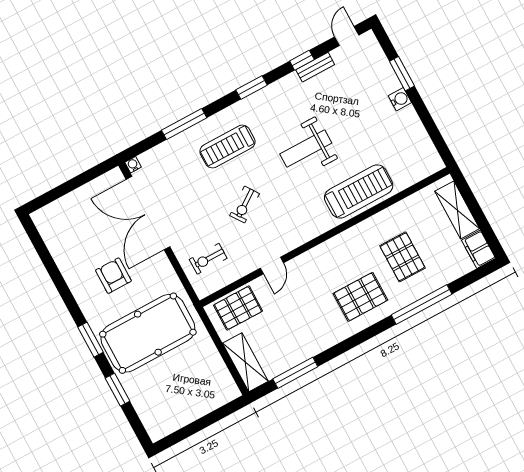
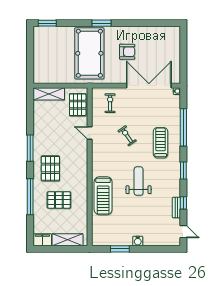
window: (402, 74) -> (120, 249), moved
window: (184, 124) -> (183, 127), width x1.46
window: (295, 373) -> (30, 148), moved
window: (118, 390) -> (47, 23), moved

